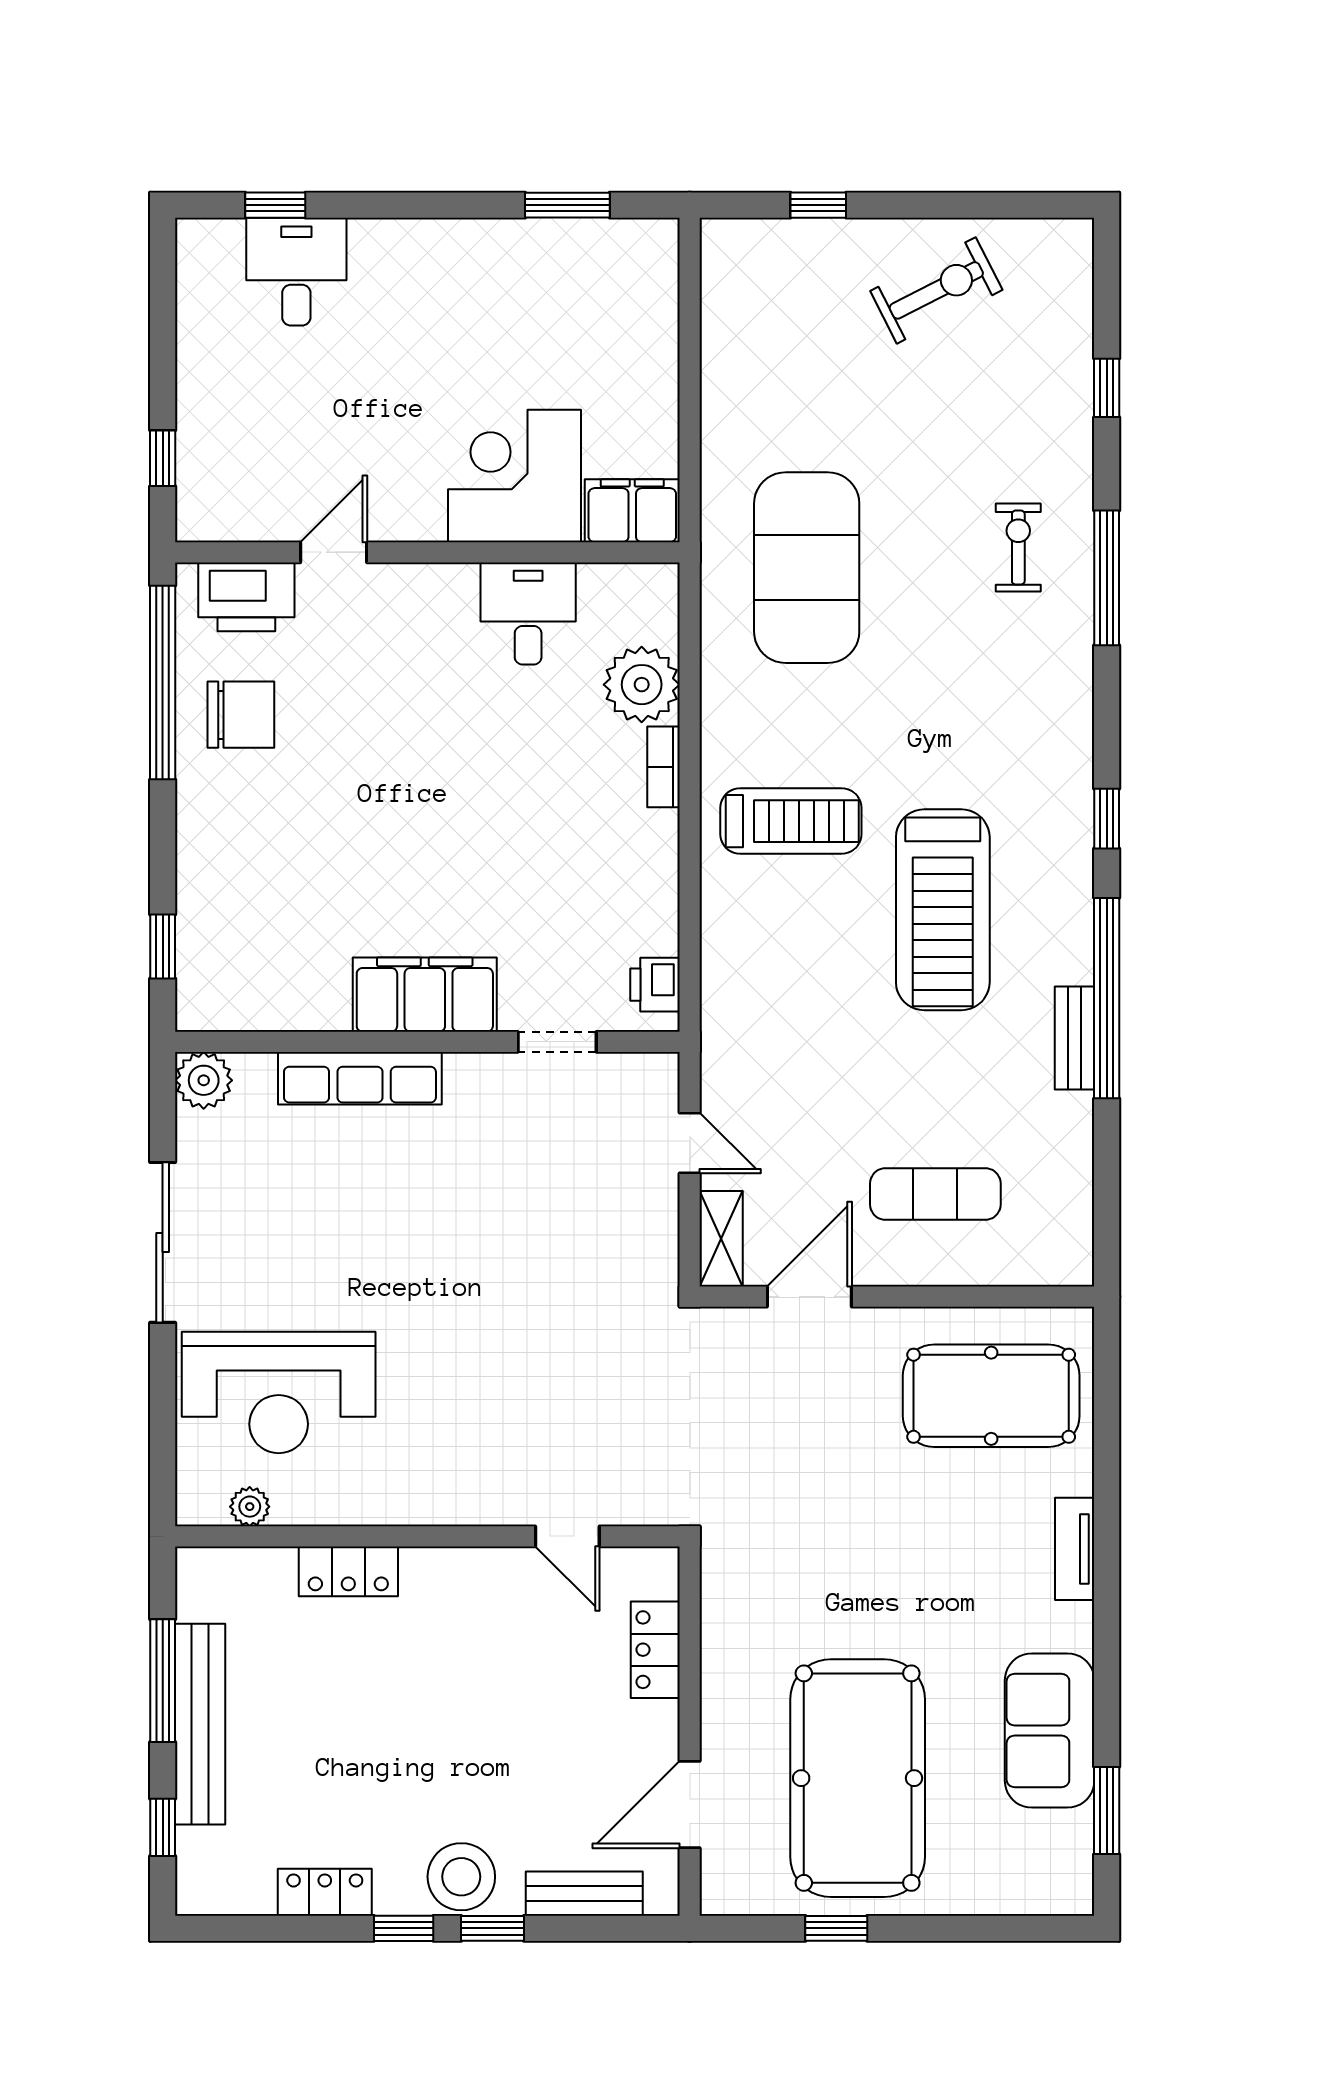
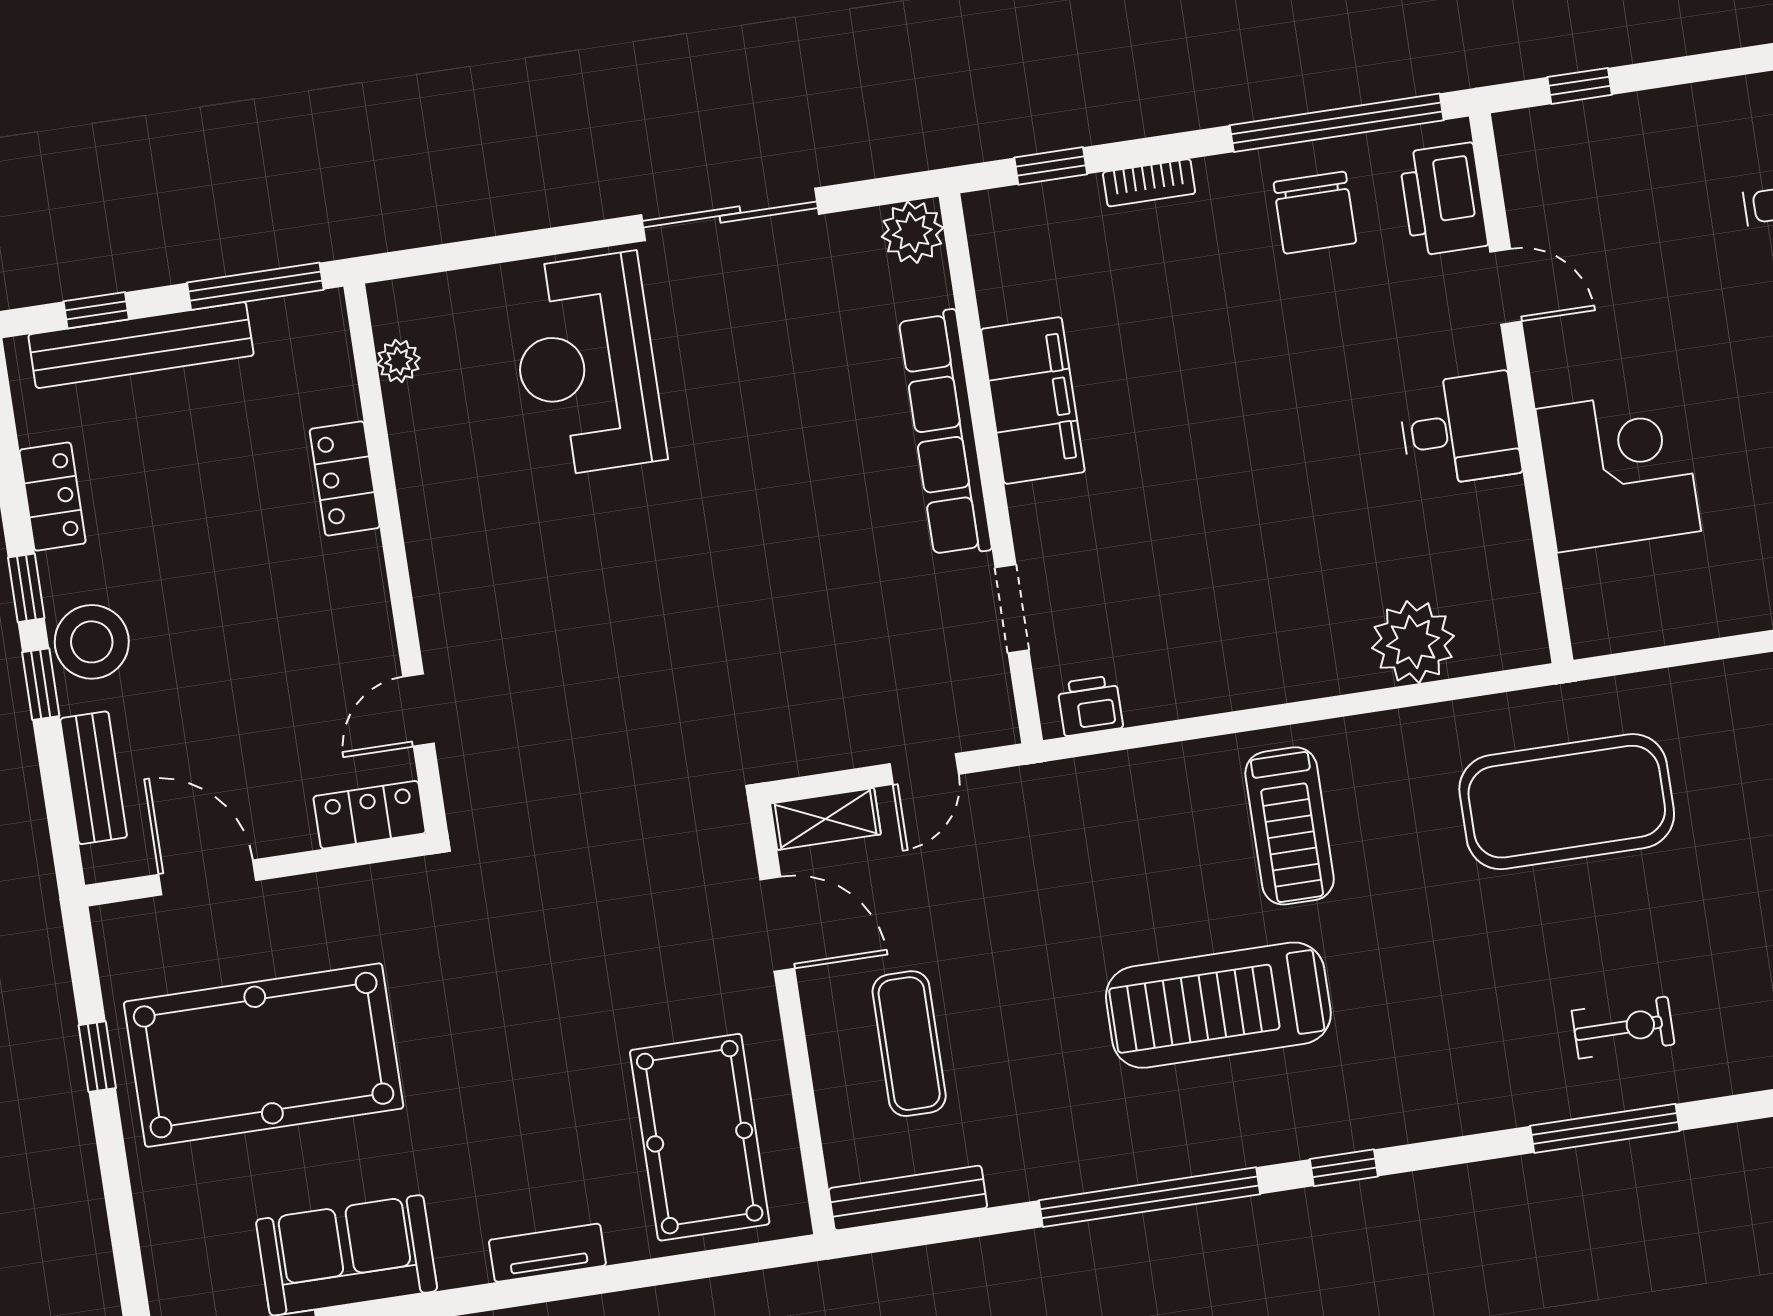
filing cabinet: (632, 511) -> (1600, 603), removed
desk: (528, 614) -> (1460, 429), moved
bookcase: (663, 767) -> (1149, 183), moved, turned 180
filing cabinet: (425, 995) -> (1033, 401), moved
bench: (1075, 1038) -> (908, 1198), moved, width x1.36
row of seats: (360, 1078) -> (945, 434), width x1.36
plant: (250, 1507) -> (399, 361), moved
wall: (427, 1536) -> (395, 558), moved
door: (567, 1536) -> (418, 710), moved
locker: (348, 1571) -> (345, 478), moved
bench: (200, 1724) -> (141, 345), moved

